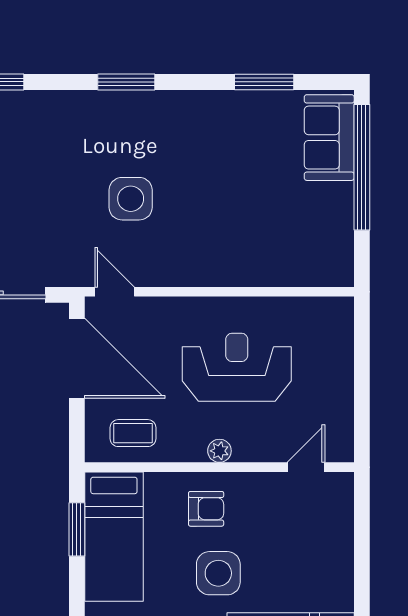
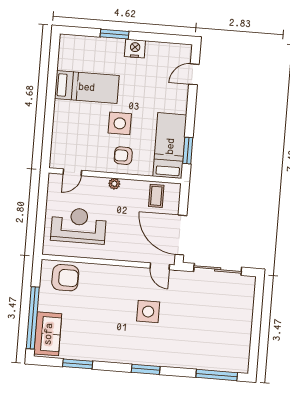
armchair: (303, 254) -> (65, 278), added
reception desk: (237, 367) -> (79, 226), moved, turned 180
coffee table: (133, 433) -> (156, 196), turned 90

